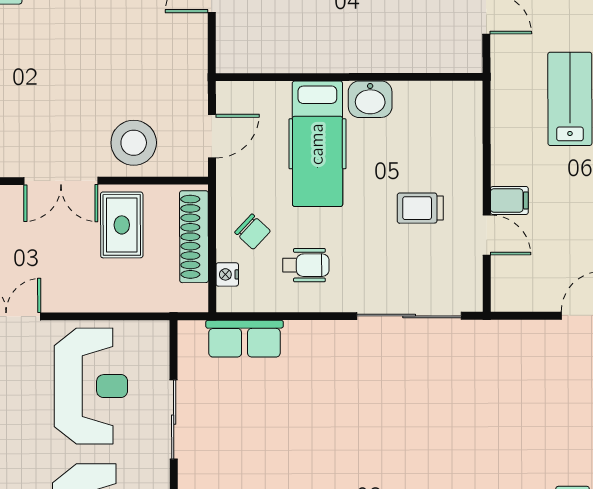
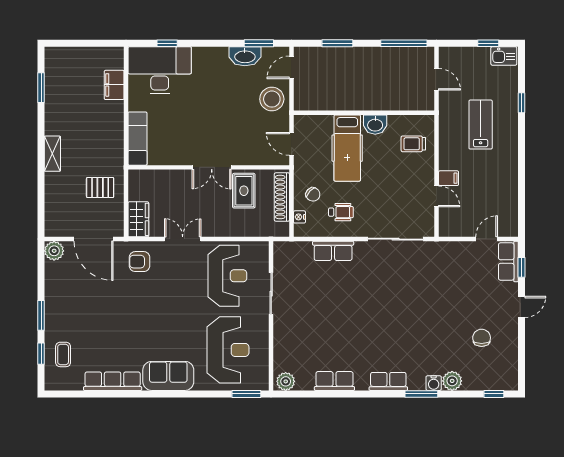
door: (212, 136) -> (292, 144), swing flipped
stool: (134, 143) -> (272, 99), moved
trolley: (420, 208) -> (413, 144), moved
row of seats: (245, 339) -> (333, 251), moved

